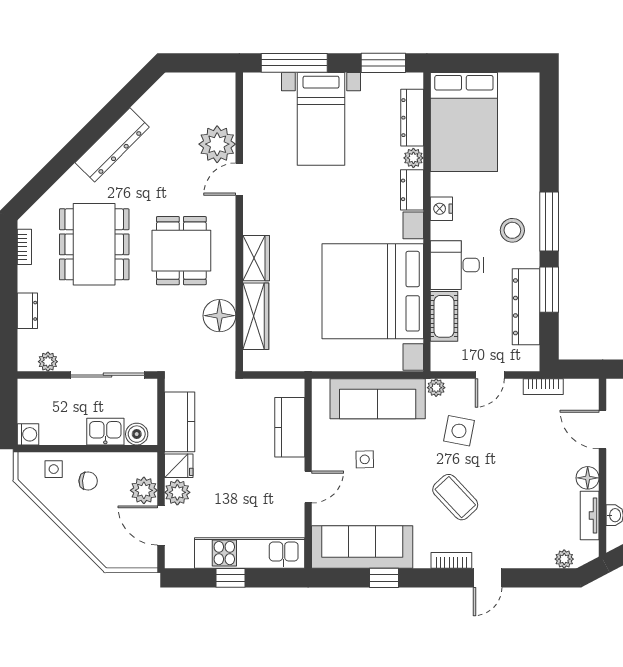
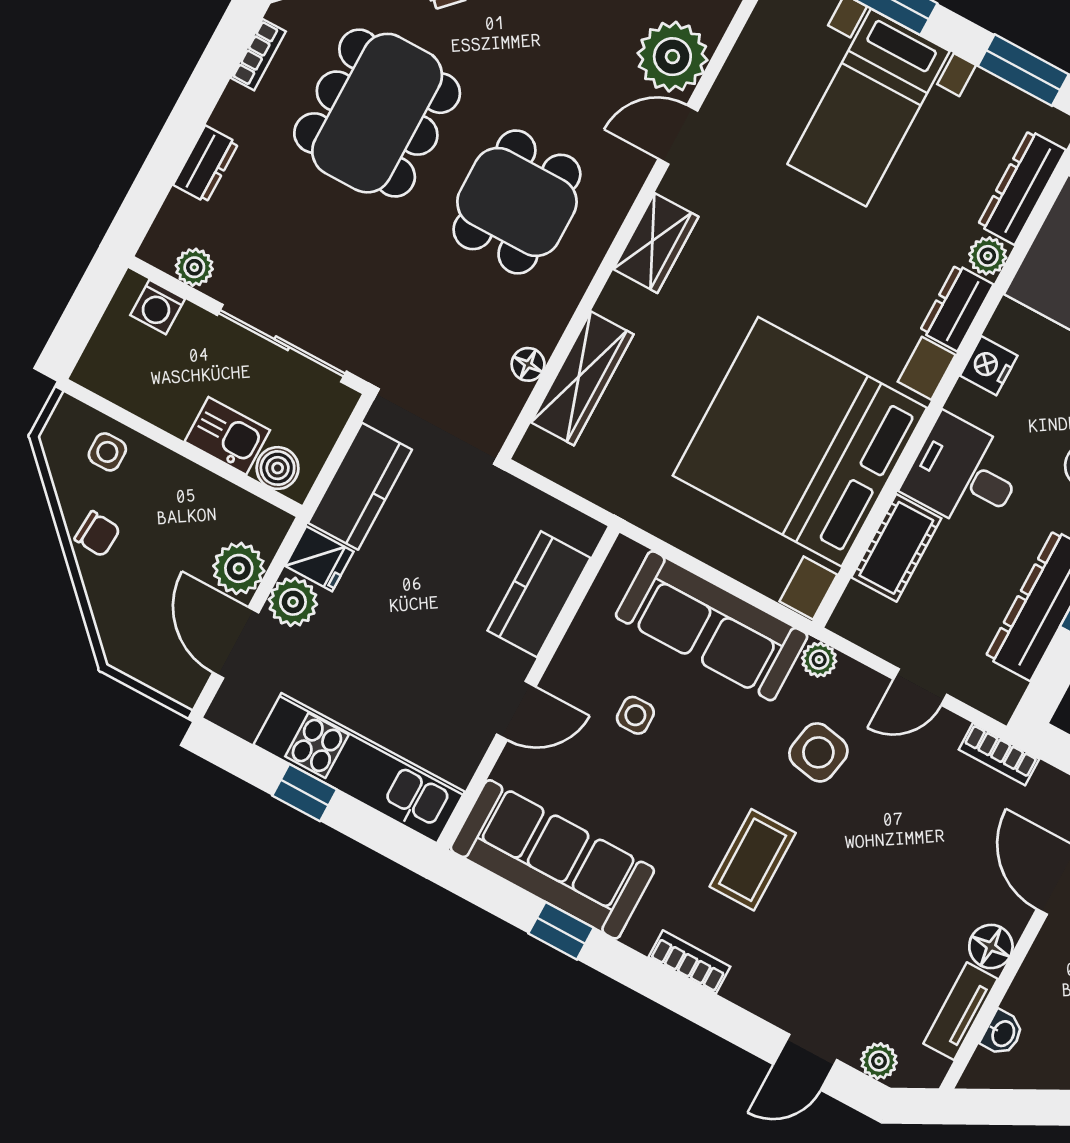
wardrobe: (256, 258) -> (656, 243), moved
floor lamp: (219, 316) -> (528, 364), width x0.53, depth x0.53
washing machine: (28, 434) -> (158, 307), moved, turned 90
chair: (88, 481) -> (97, 534), moved
coffee table: (455, 497) -> (753, 860), turned 43
door: (488, 578) -> (805, 1062), moved

